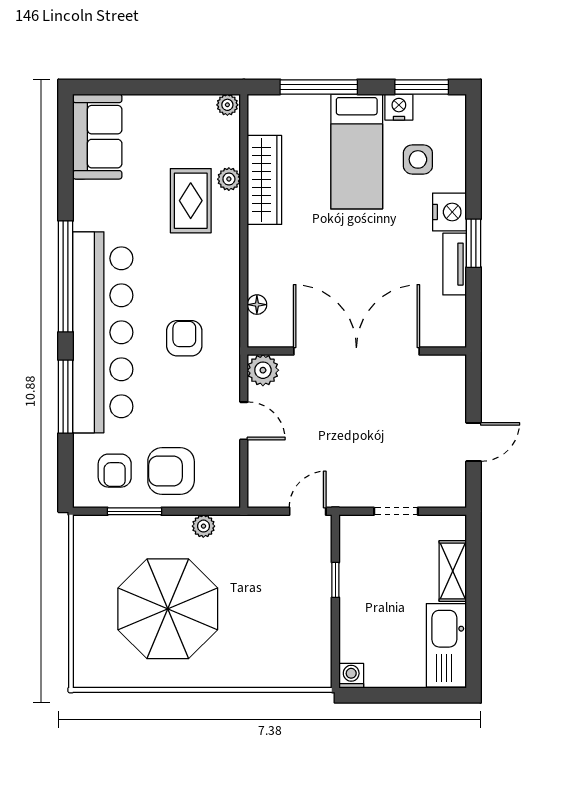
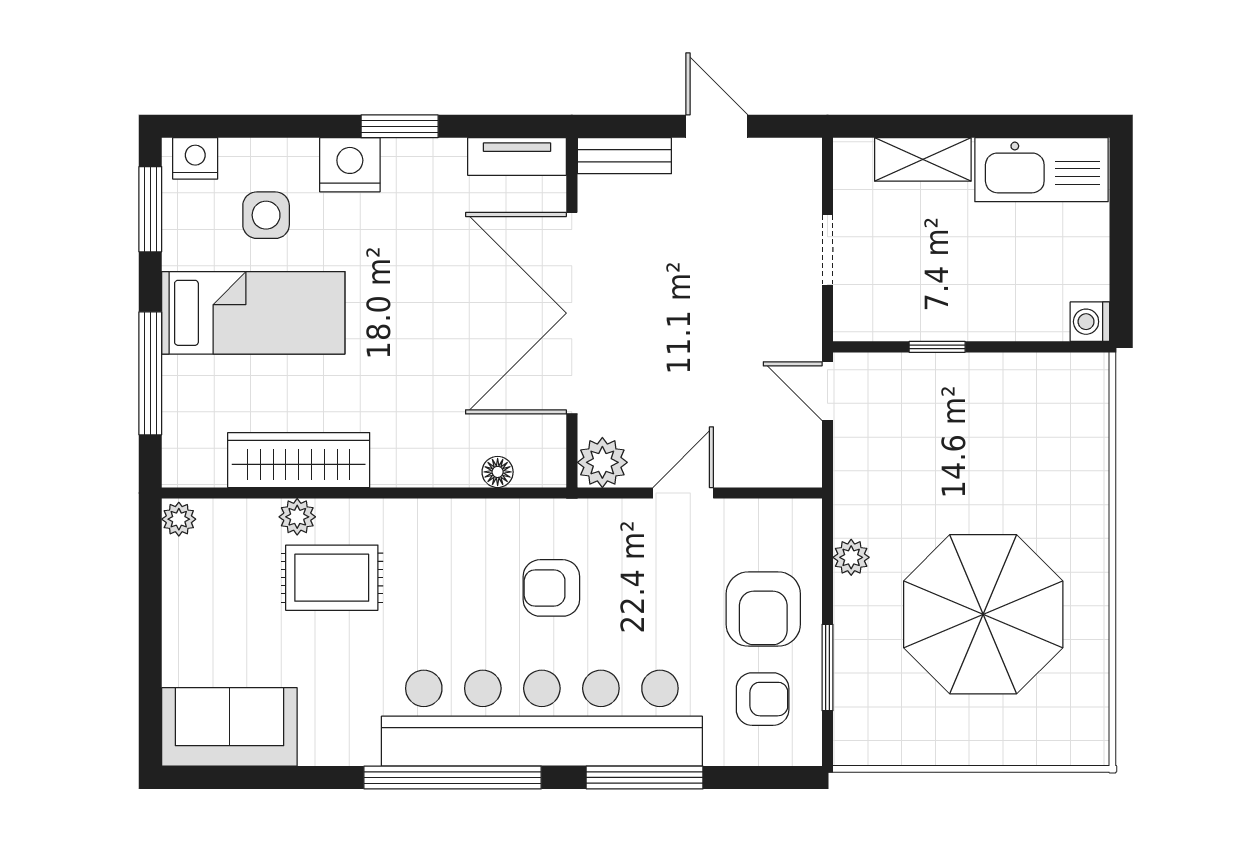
nightstand: (399, 107) -> (195, 158), moved, turned 90
tv unit: (455, 264) -> (517, 157), moved
bench: (455, 384) -> (624, 156), added

